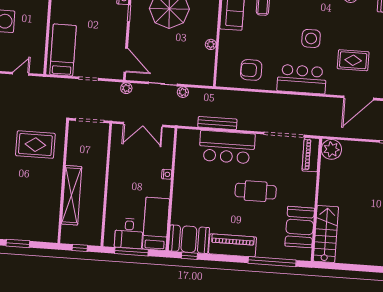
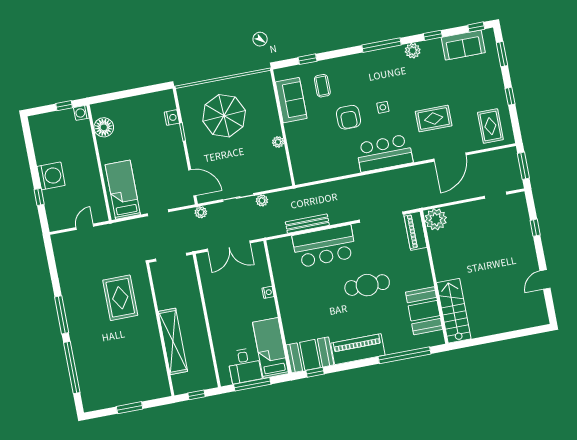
side table: (311, 38) -> (383, 107), width x0.54, depth x0.54
armchair: (251, 70) -> (348, 117), moved, turned -90
rug: (35, 145) -> (120, 298), turned 90

